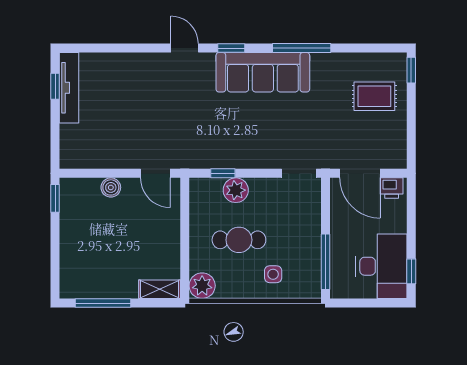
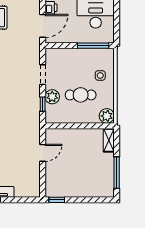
door: (155, 173) -> (43, 153), moved
doorway: (299, 173) -> (43, 75), moved
boiler: (111, 187) -> (51, 168), removed
cafe table: (239, 240) -> (81, 95), turned 90

